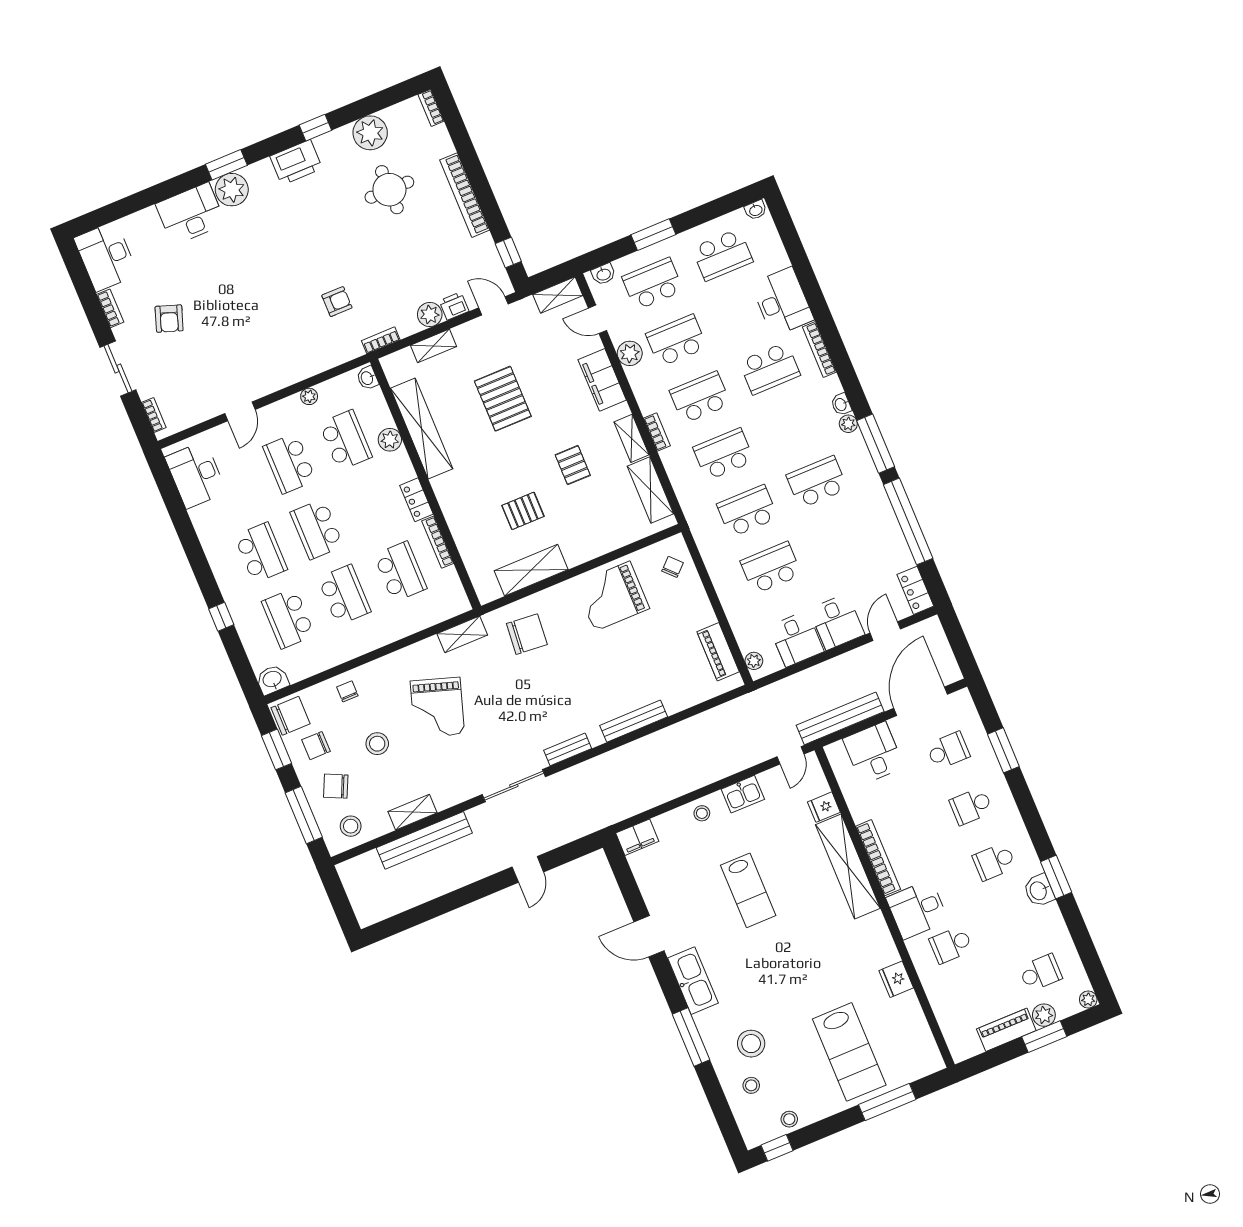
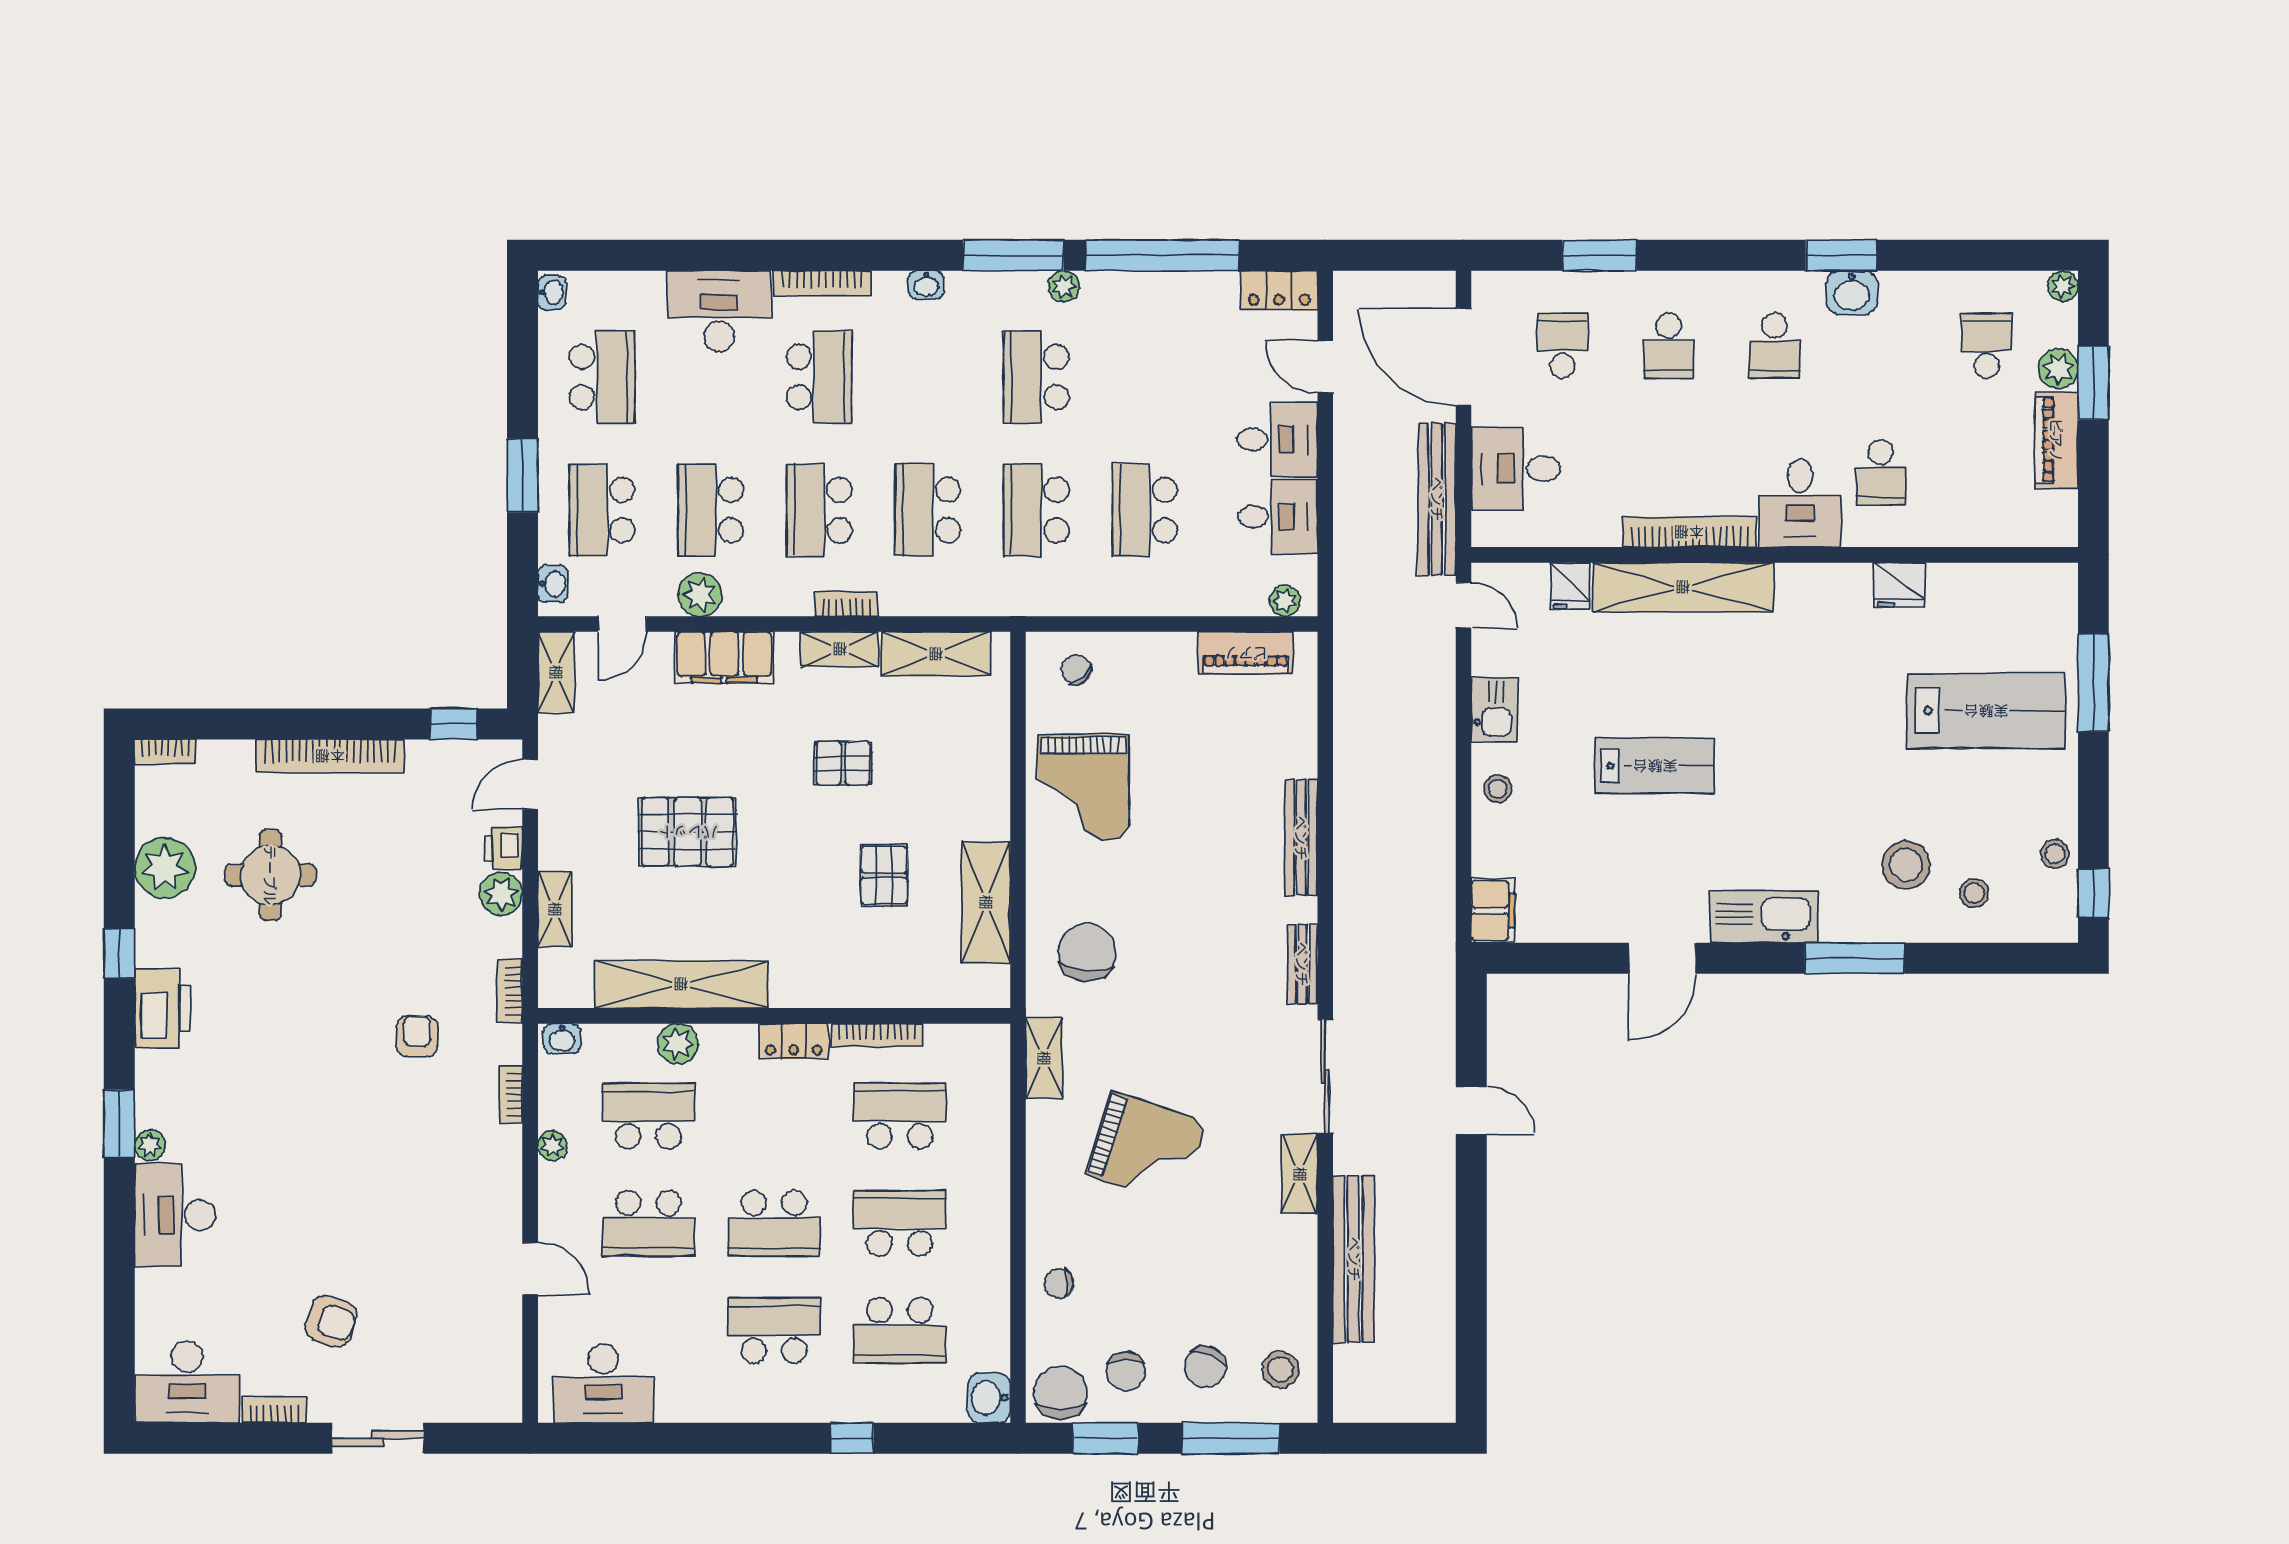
plant: (232, 190) -> (150, 1145), width x0.53, depth x0.53
bookcase: (154, 415) -> (511, 1094), moved, turned -90
plant: (848, 424) -> (1064, 286), moved
stool: (377, 744) -> (1164, 1270), removed
shelving: (412, 812) -> (1300, 1174), moved

